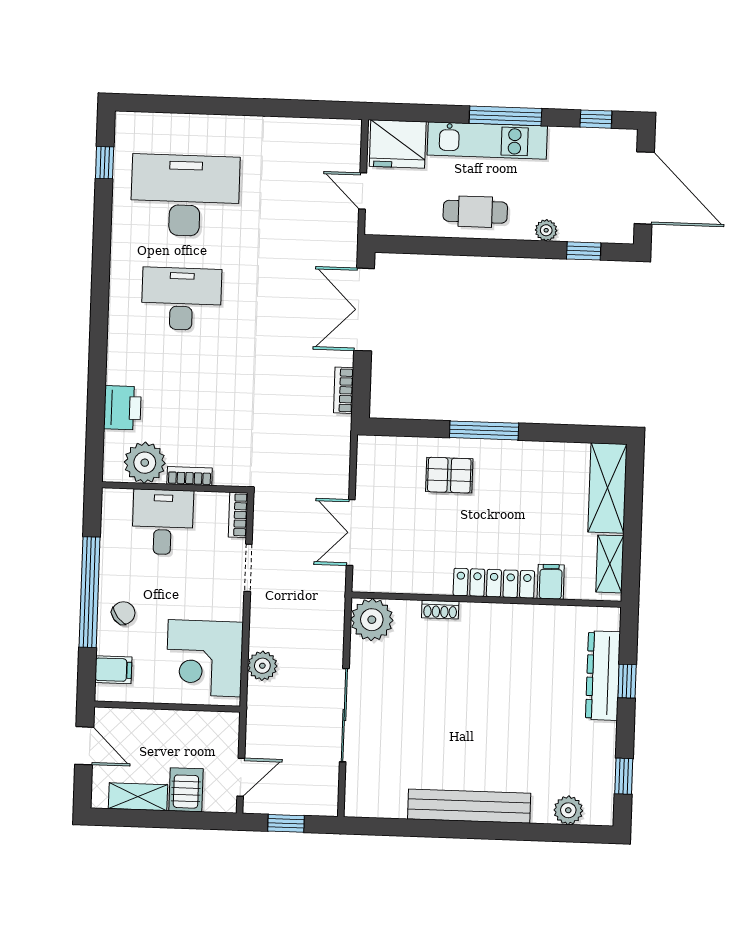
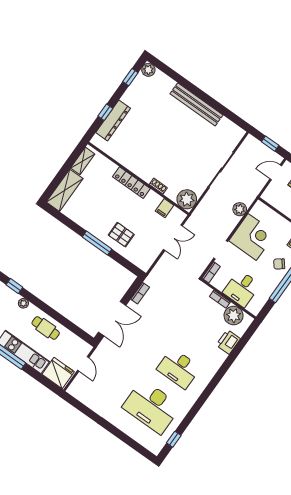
filing cabinet: (551, 582) -> (165, 208), moved
corner desk: (205, 658) -> (252, 237), moved
plant: (568, 810) -> (148, 70), moved

